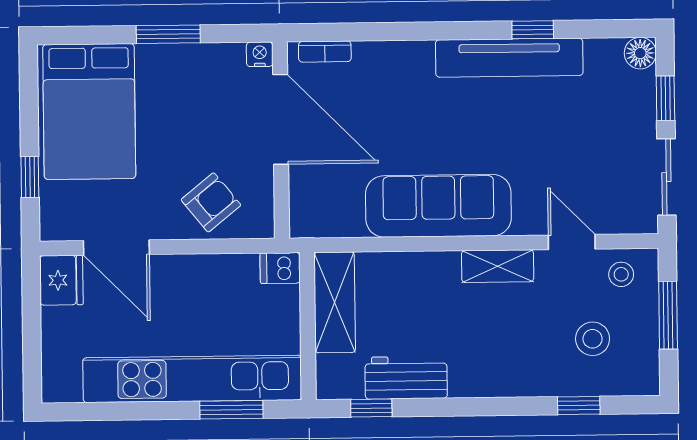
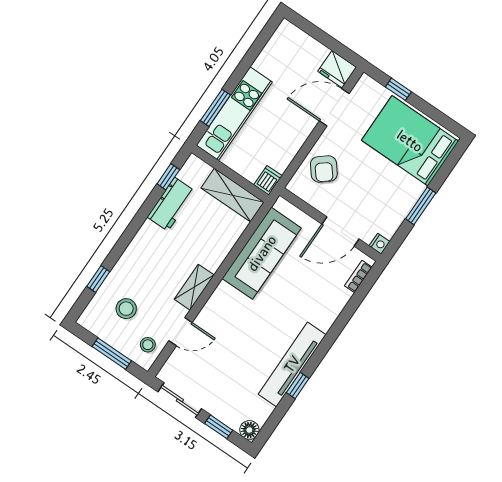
door: (281, 119) -> (340, 232), width x0.73
sofa: (438, 206) -> (262, 253), moved
kitchen unit: (192, 379) -> (234, 114), width x0.73

